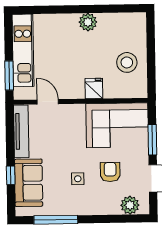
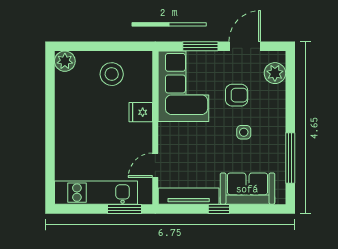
plant: (88, 22) -> (65, 61), moved
armchair: (110, 172) -> (237, 95), turned 180
window: (11, 175) -> (219, 209), moved

